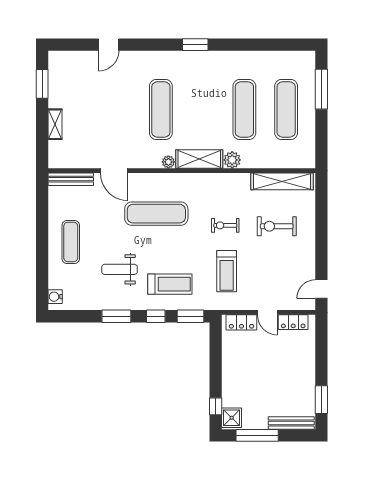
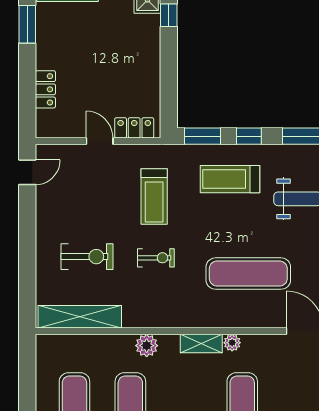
shelving: (199, 159) -> (201, 344), width x0.67, depth x0.75
treadmill: (227, 271) -> (154, 196), turned 180
locker: (293, 322) -> (45, 89), moved, turned 90

